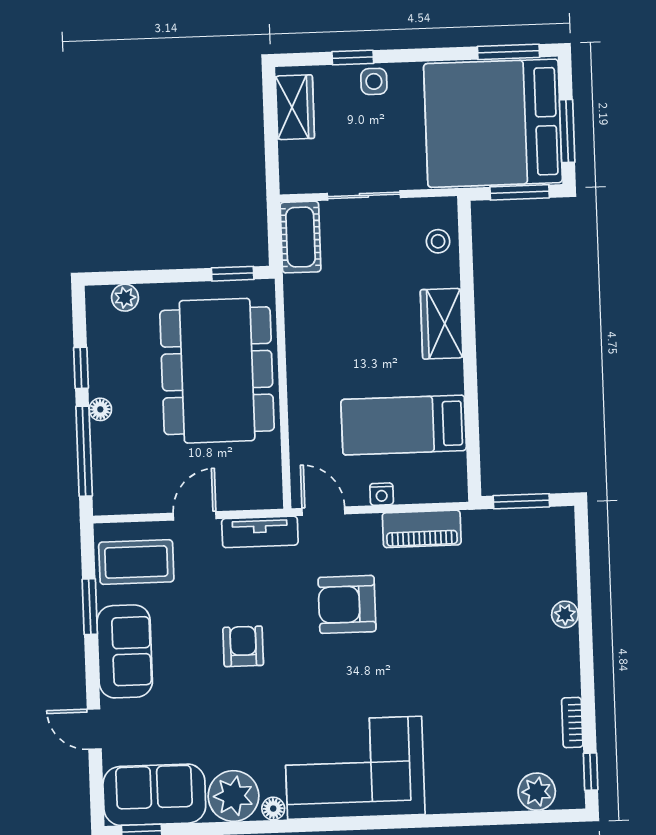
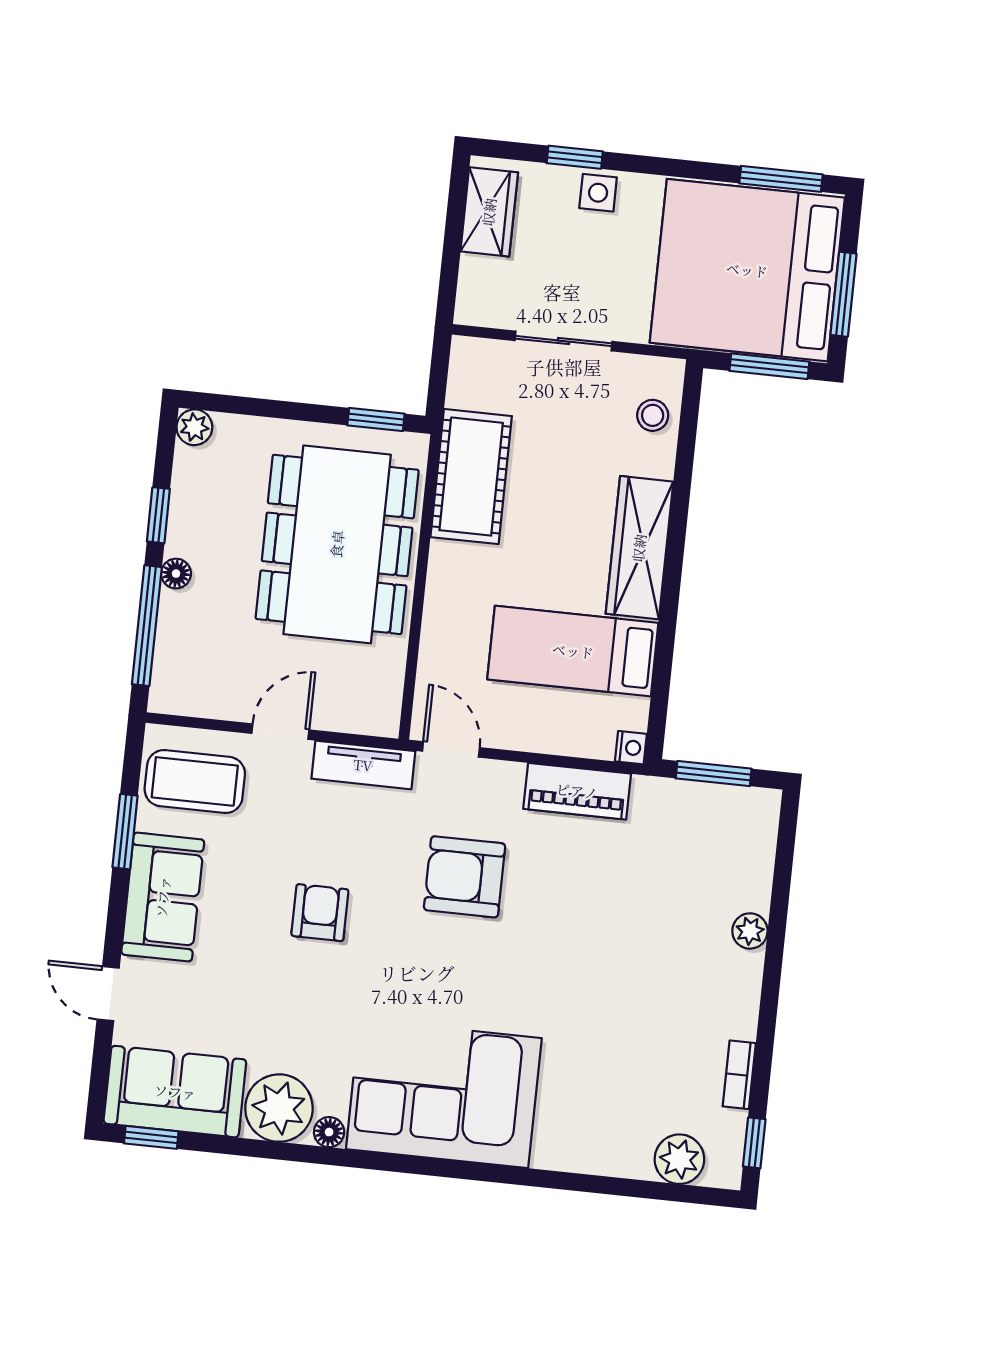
cot: (300, 237) -> (471, 477), moved, width x1.37, depth x1.34
plant: (125, 298) -> (194, 427), moved
wardrobe: (442, 324) -> (639, 548), width x1.50
nightstand: (382, 494) -> (631, 748), moved, turned -90

